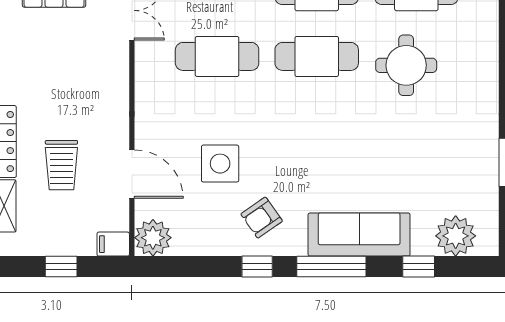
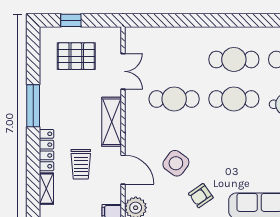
shelving: (113, 95) -> (112, 122), added
side table: (220, 164) -> (176, 163), turned 36

